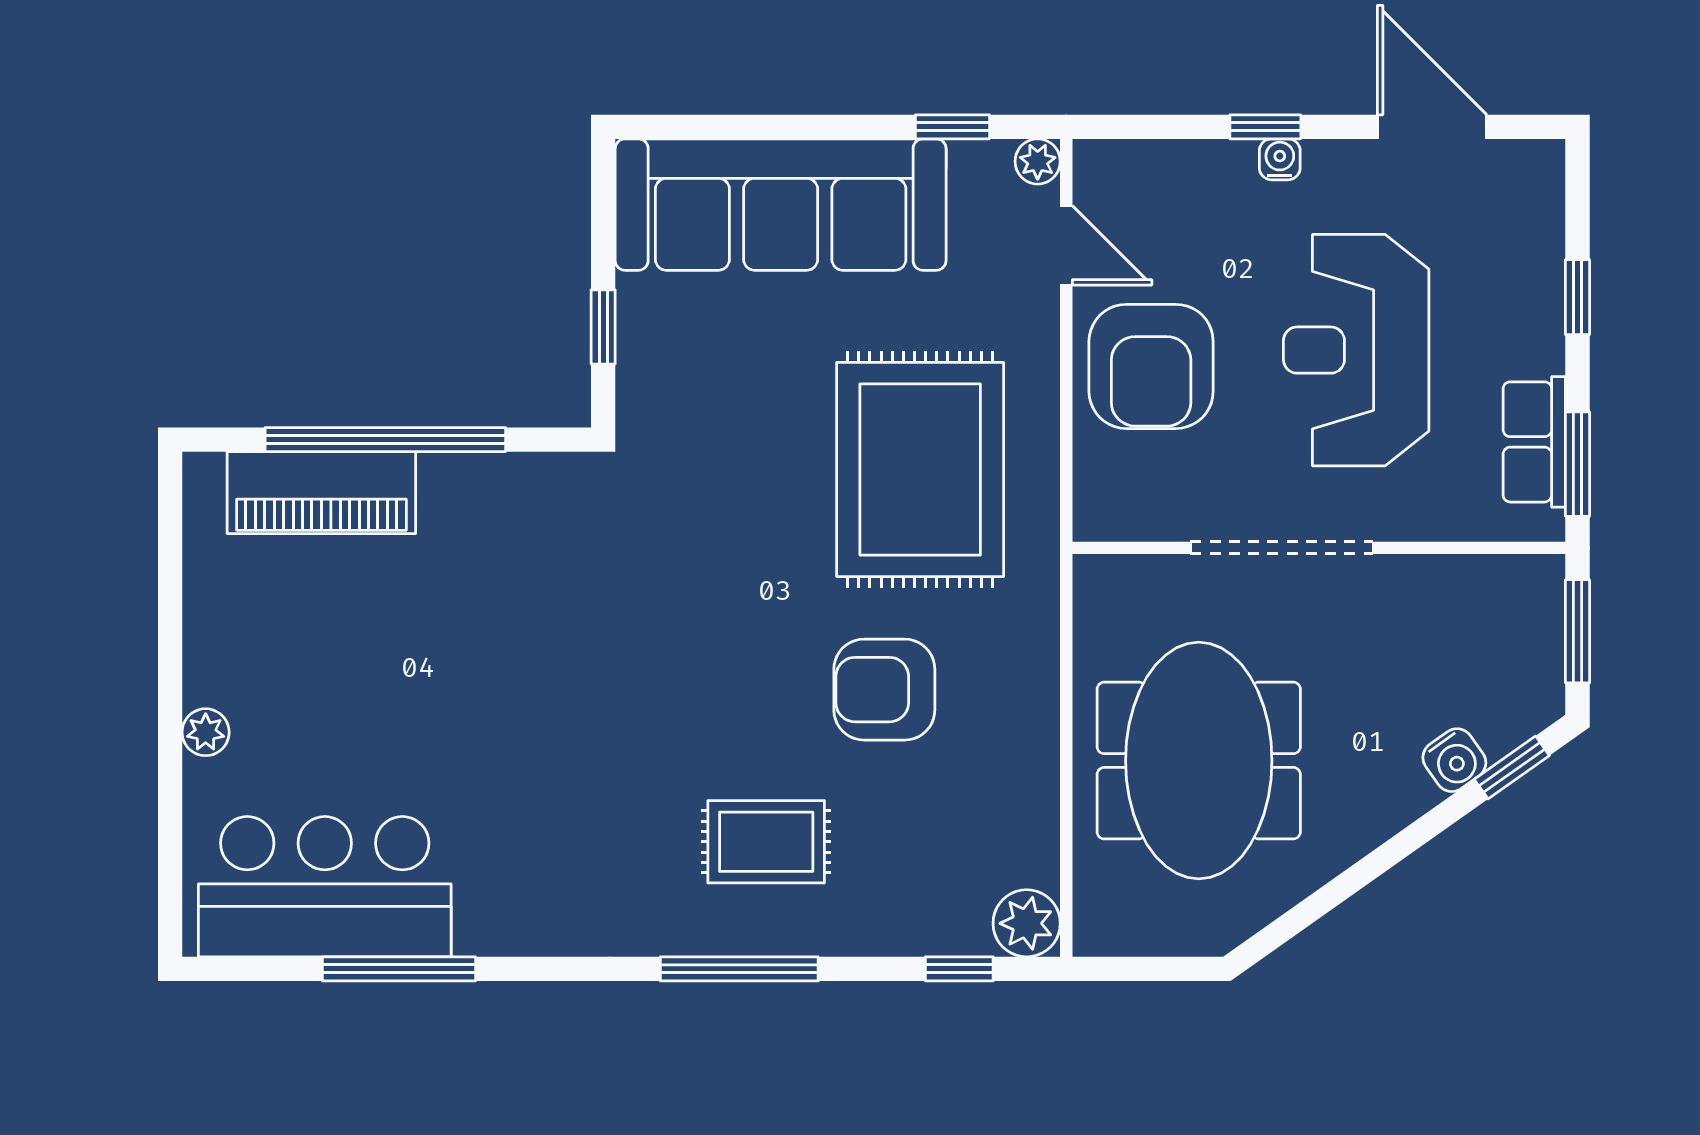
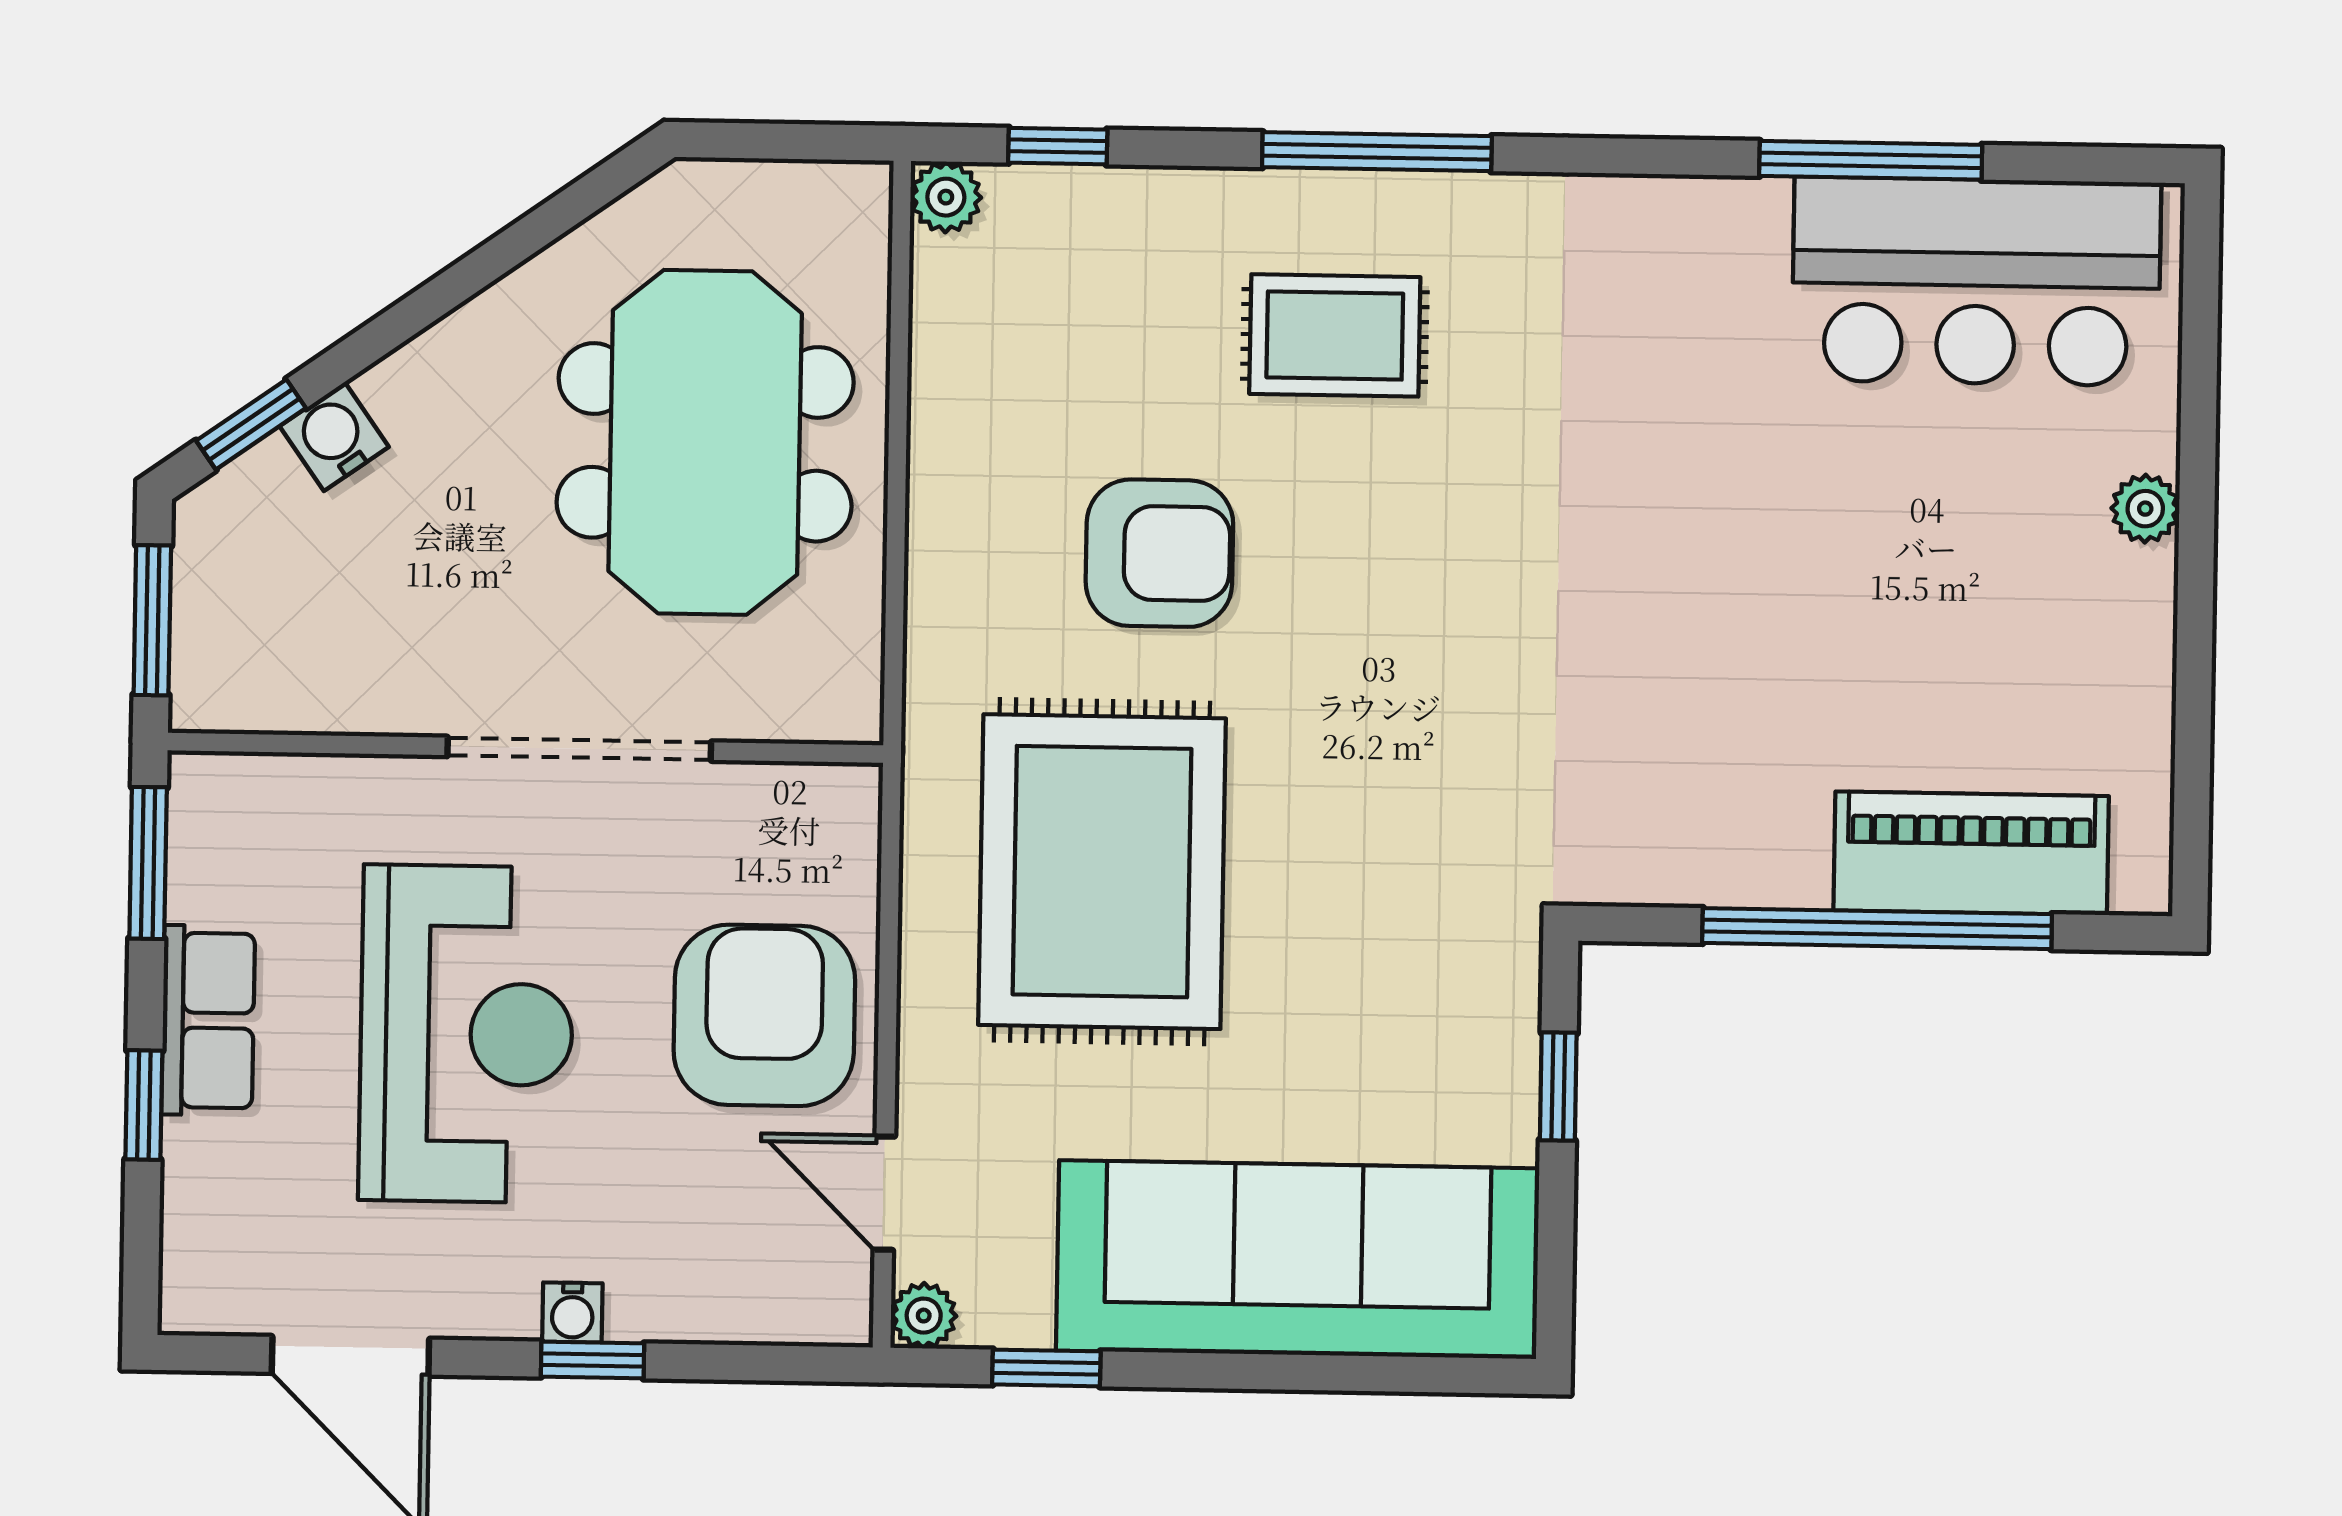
row of seats: (1534, 442) -> (208, 1020), moved
plant: (1027, 923) -> (946, 197), width x0.73, depth x0.73

